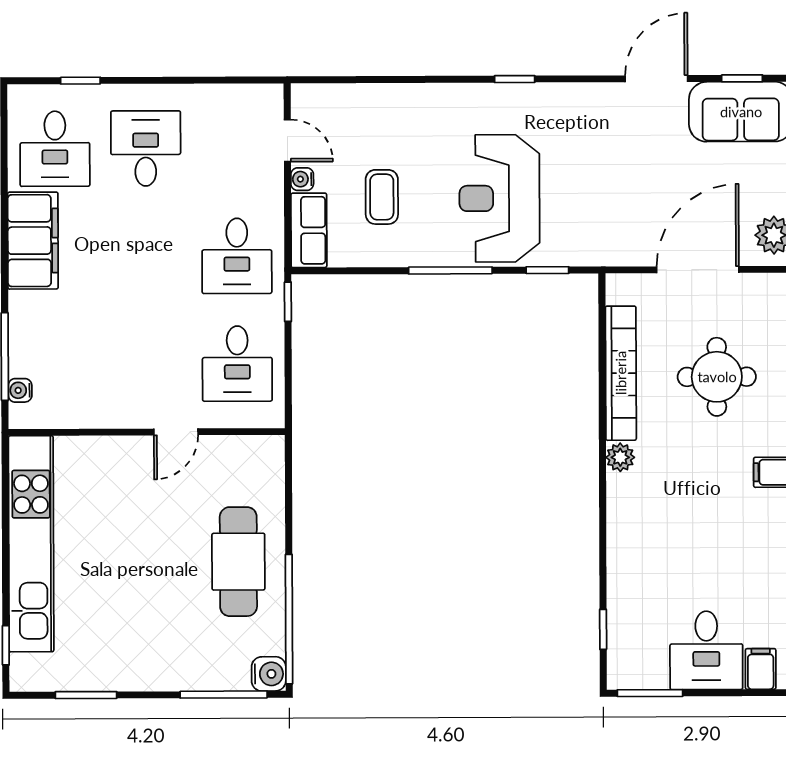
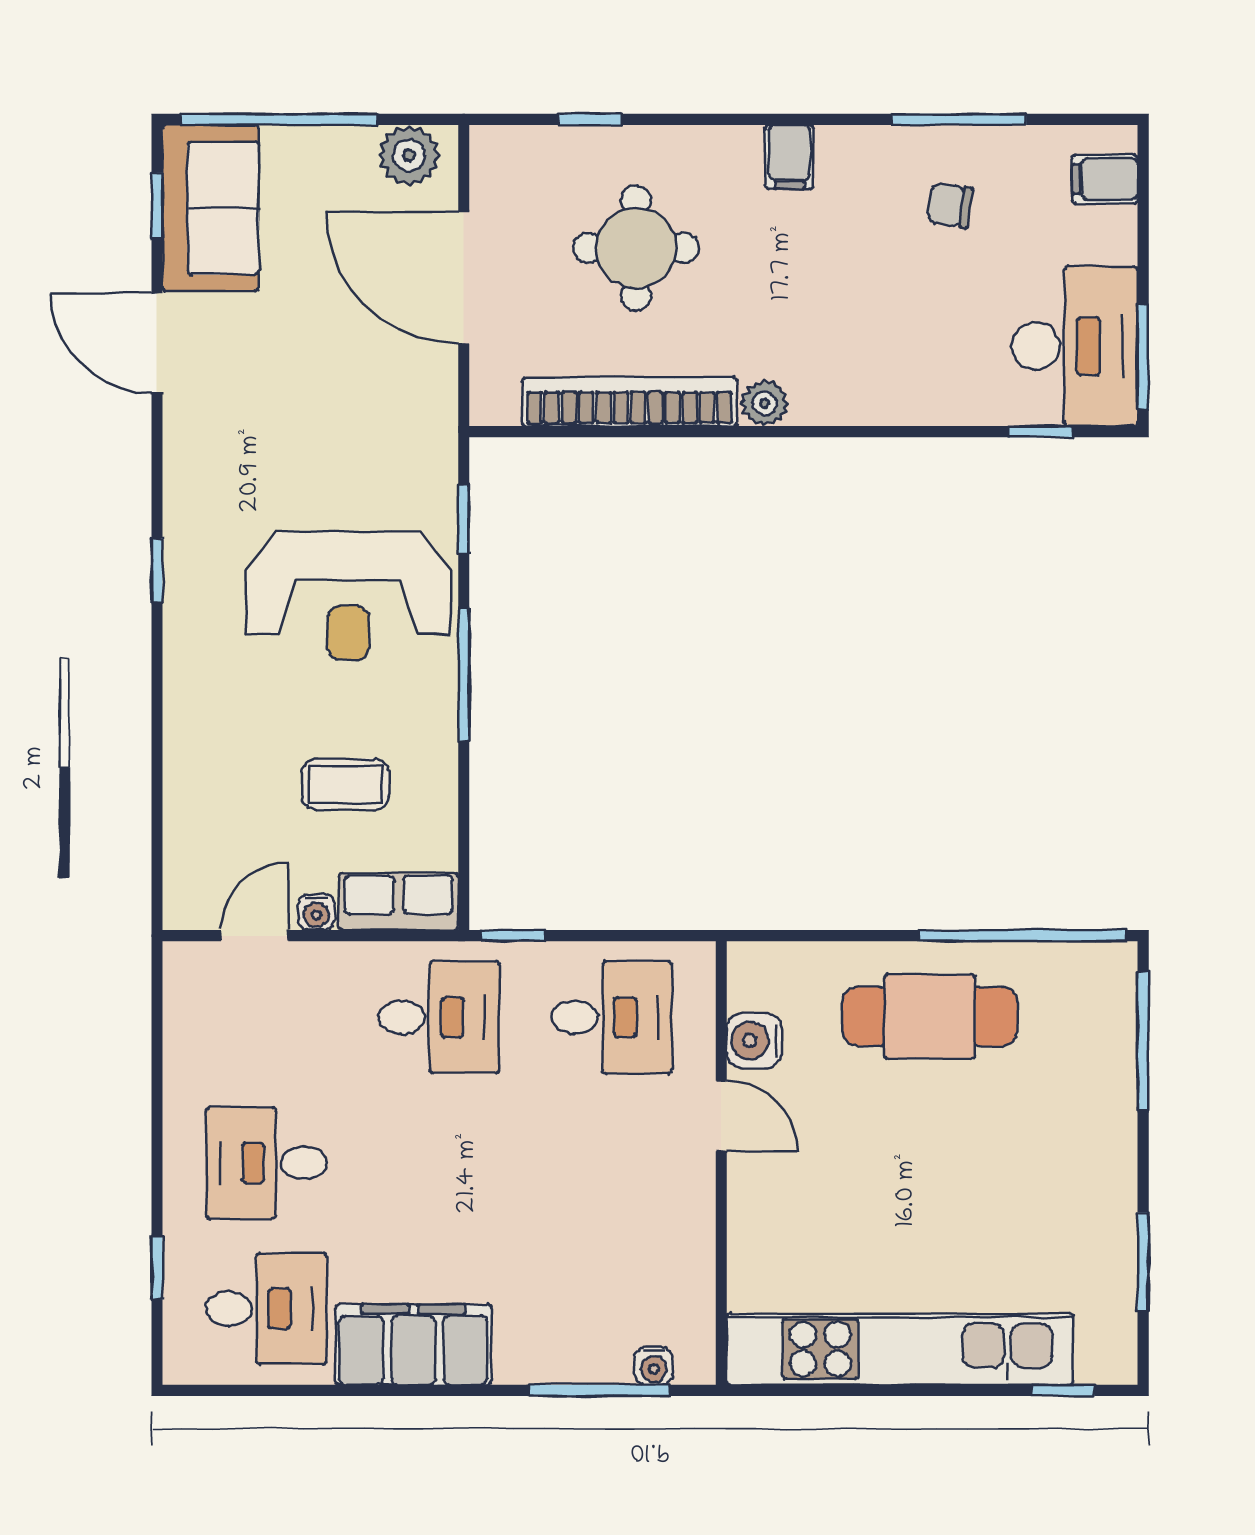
chair: (744, 572) -> (950, 205), added
desk: (706, 650) -> (1075, 346), moved, width x1.37
water cooler: (269, 674) -> (754, 1041), moved, turned -90

